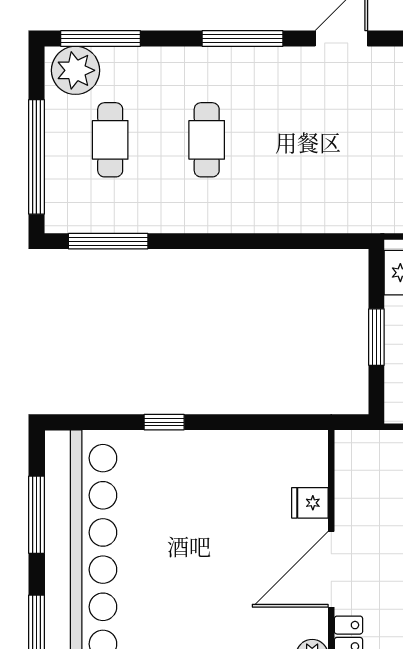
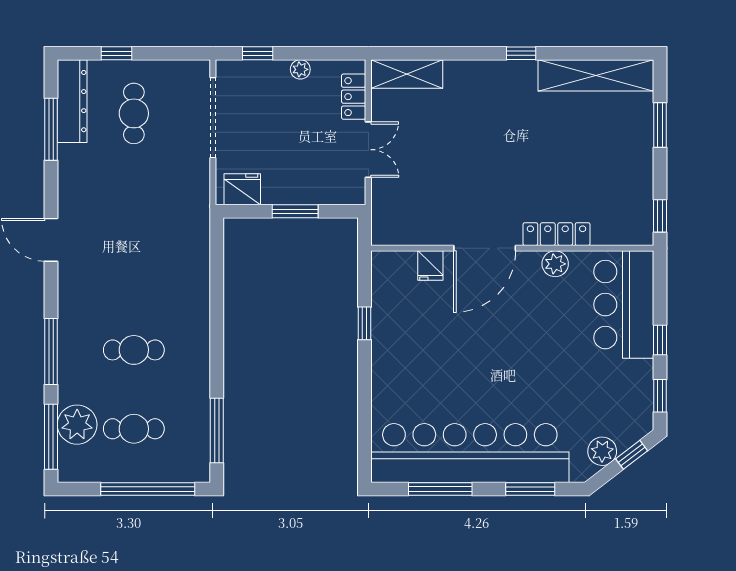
window: (242, 38) -> (51, 352), moved
plant: (76, 70) -> (77, 425), moved
window: (164, 422) -> (364, 323), moved
door: (331, 569) -> (485, 248), hinge flipped

